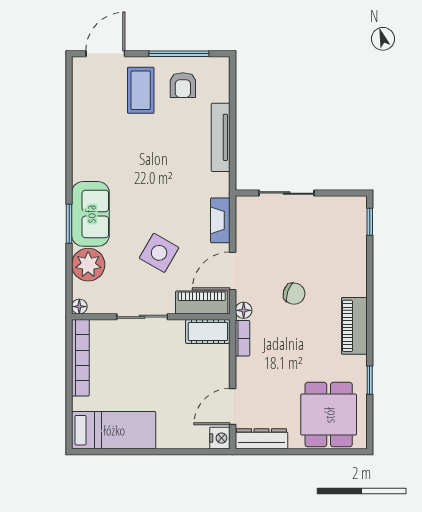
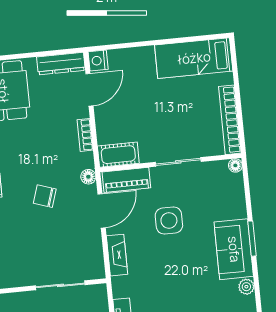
side table: (159, 253) -> (169, 220), turned -30
plant: (88, 265) -> (246, 287), moved, width x0.53, depth x0.53
bookcase: (242, 338) -> (85, 135), moved

